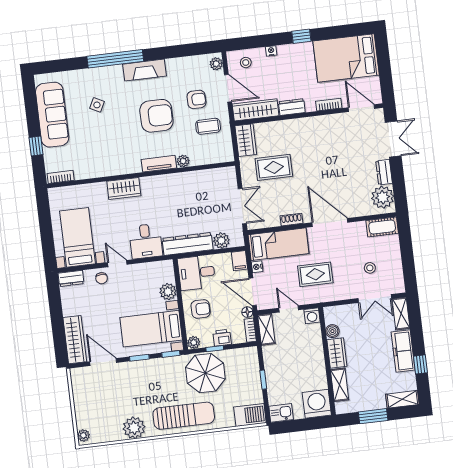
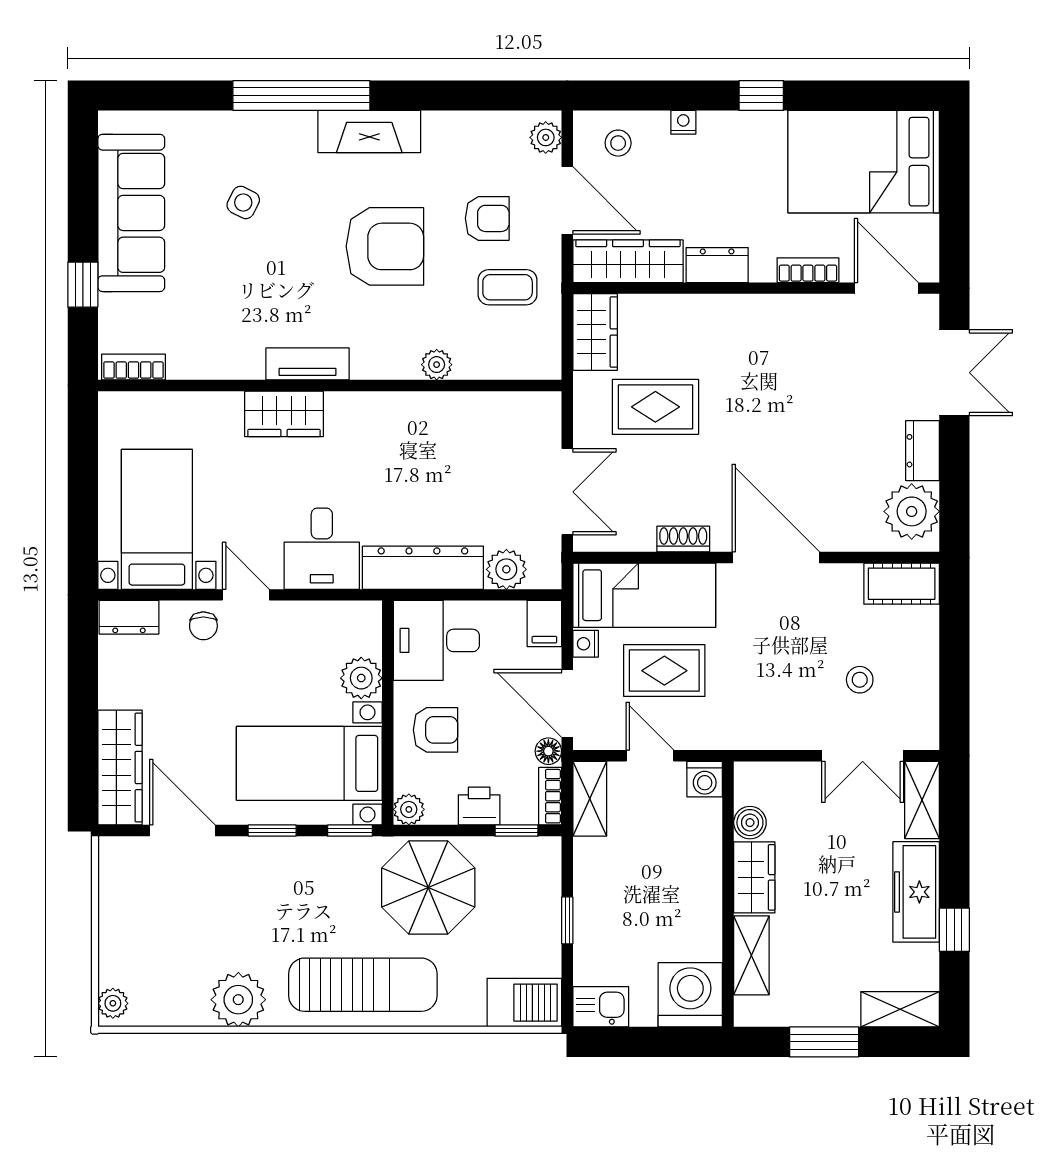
tv unit: (159, 164) -> (308, 364), moved
rug: (315, 274) -> (664, 671), moved
window: (215, 349) -> (516, 831), moved

